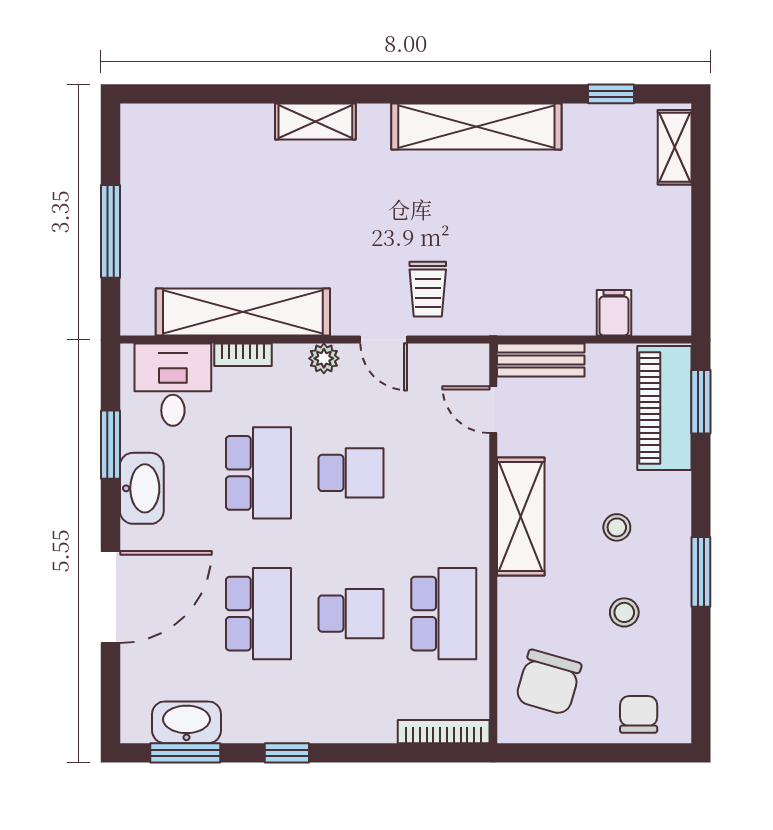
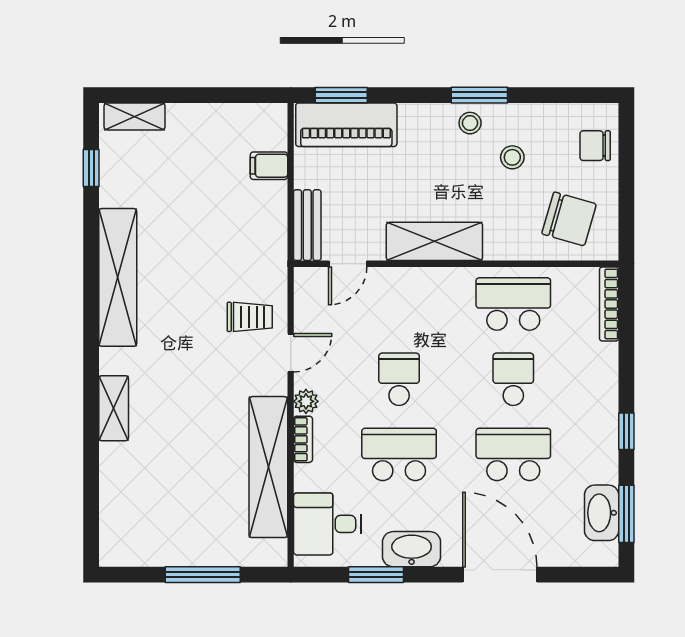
bookcase: (243, 355) -> (303, 439), moved
stool: (617, 527) -> (470, 123), moved

